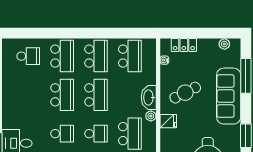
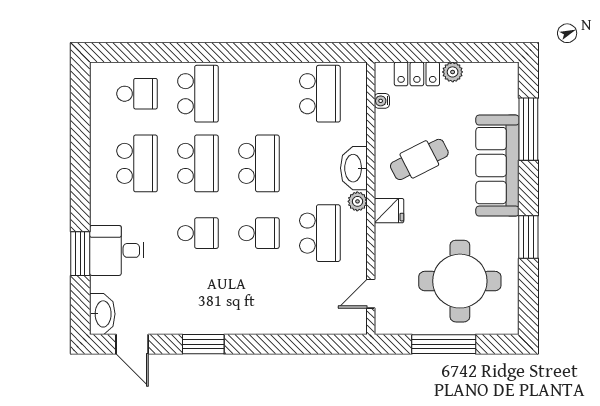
plant: (224, 44) -> (453, 72), moved
school desk: (96, 56) -> (137, 163), moved

